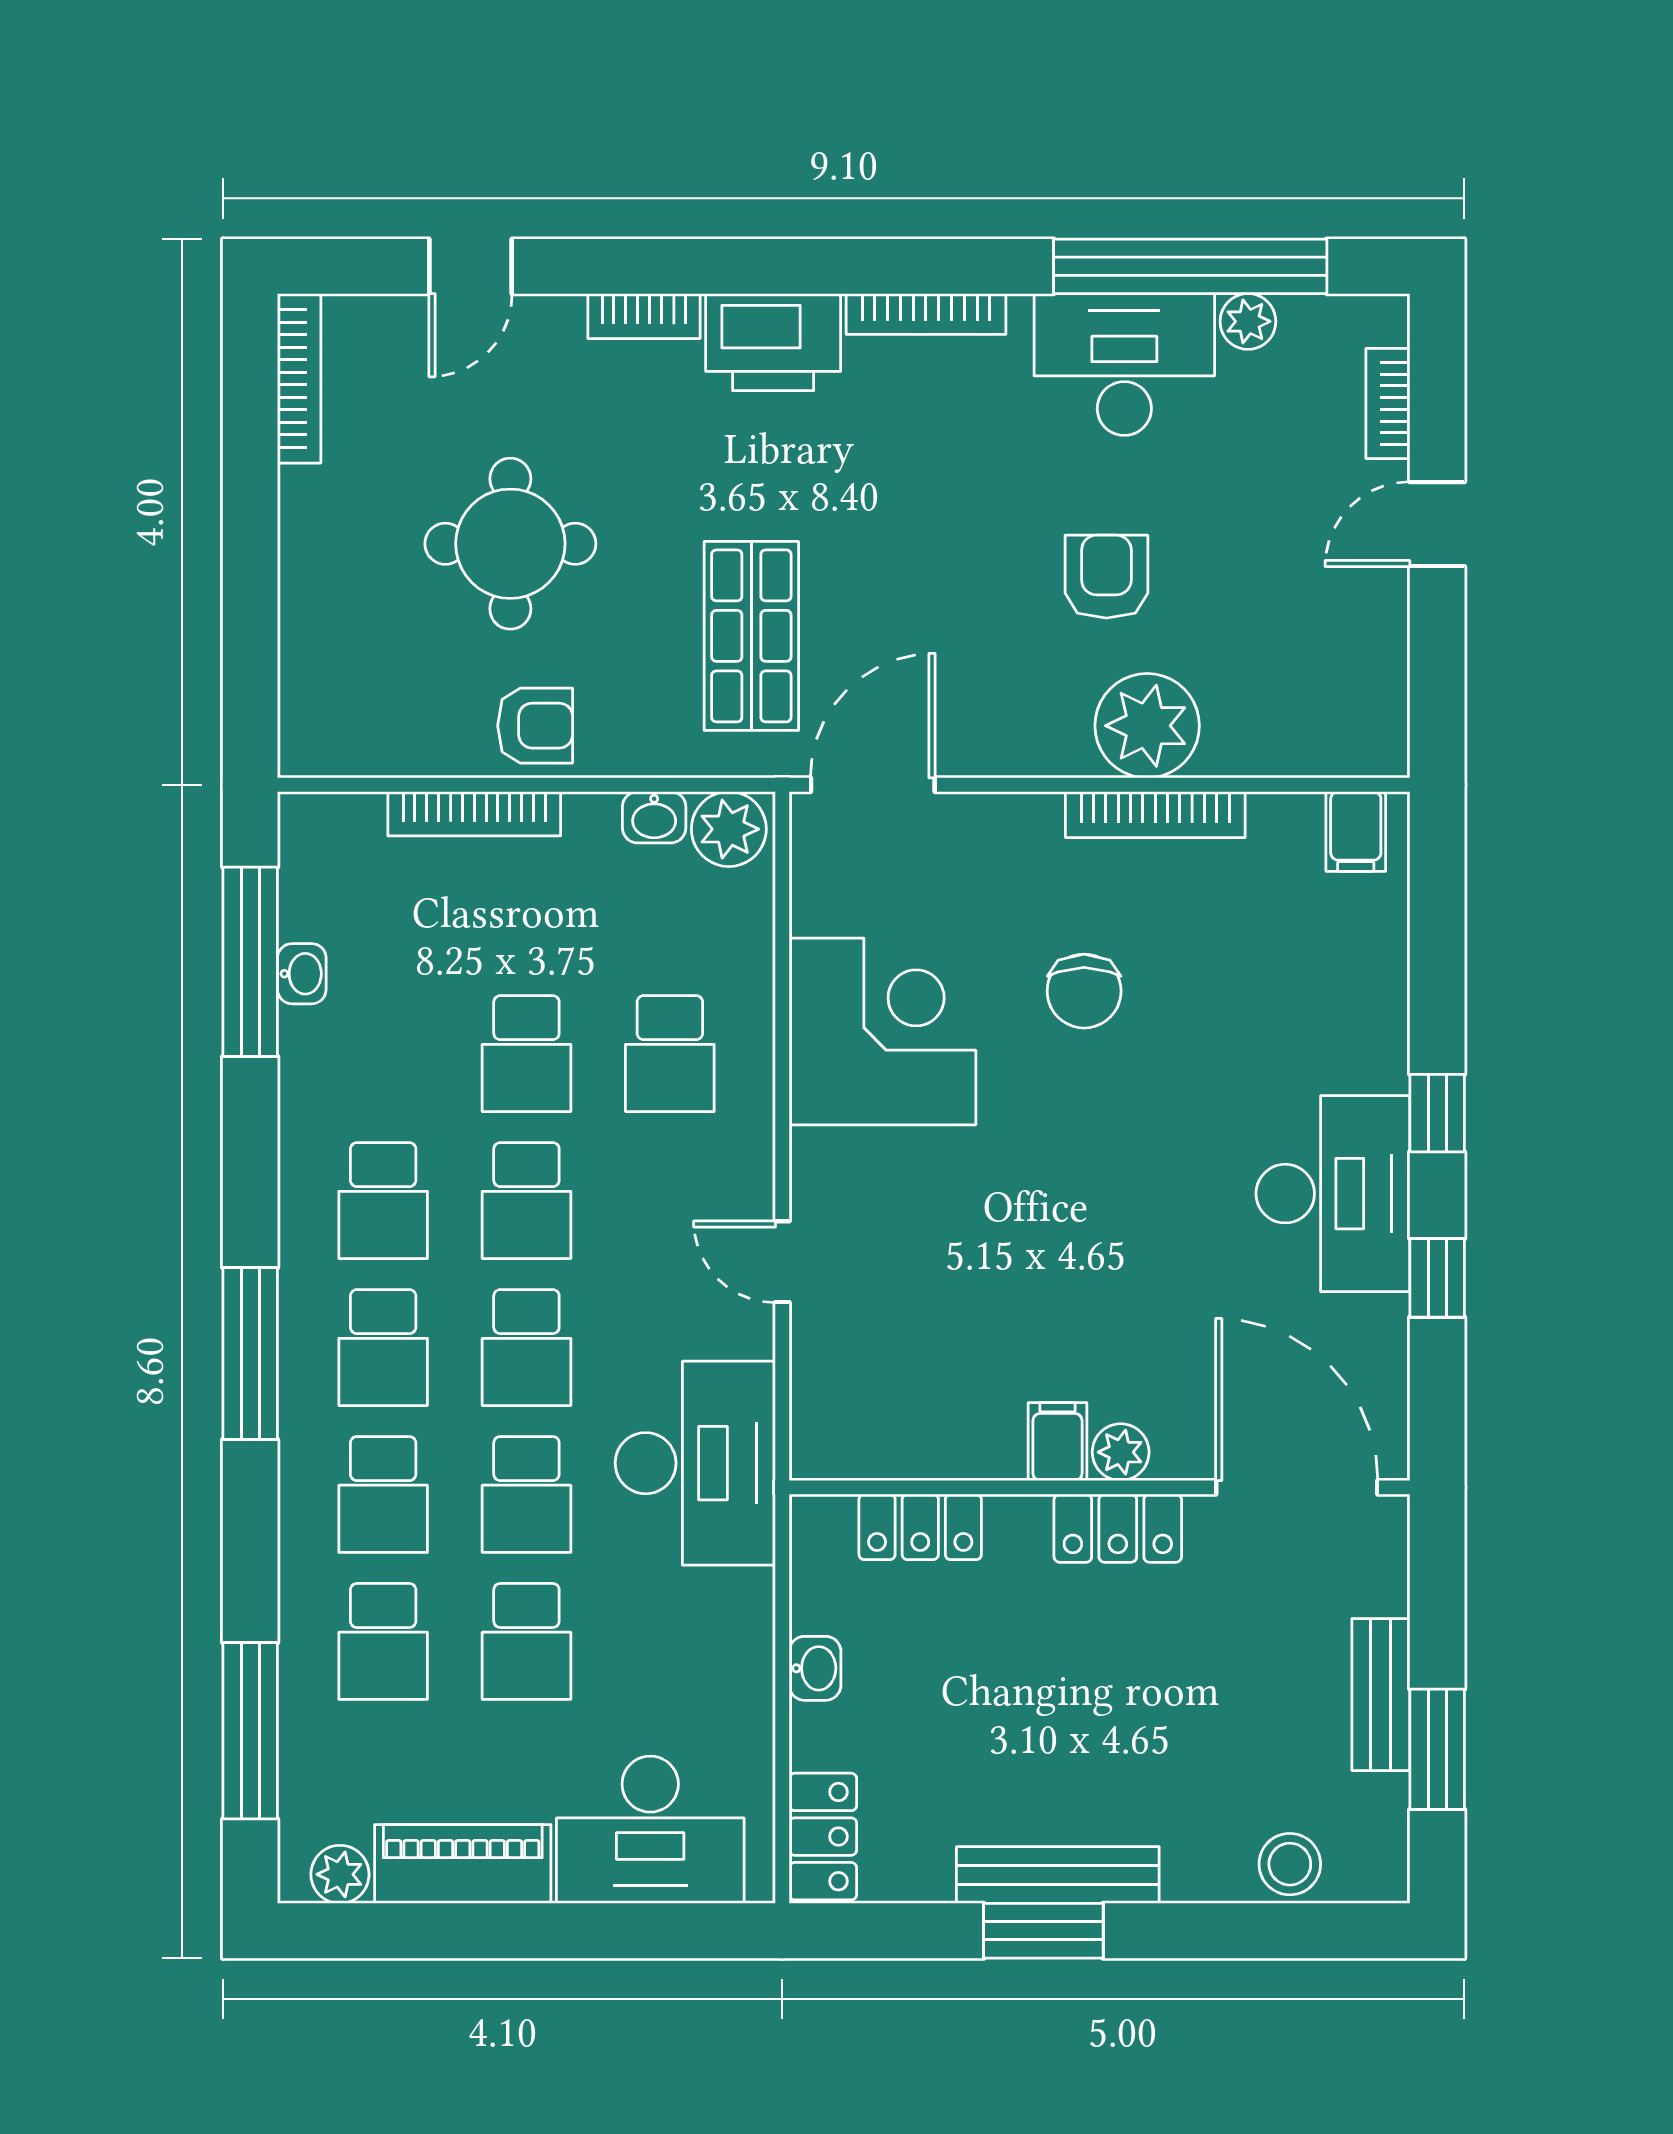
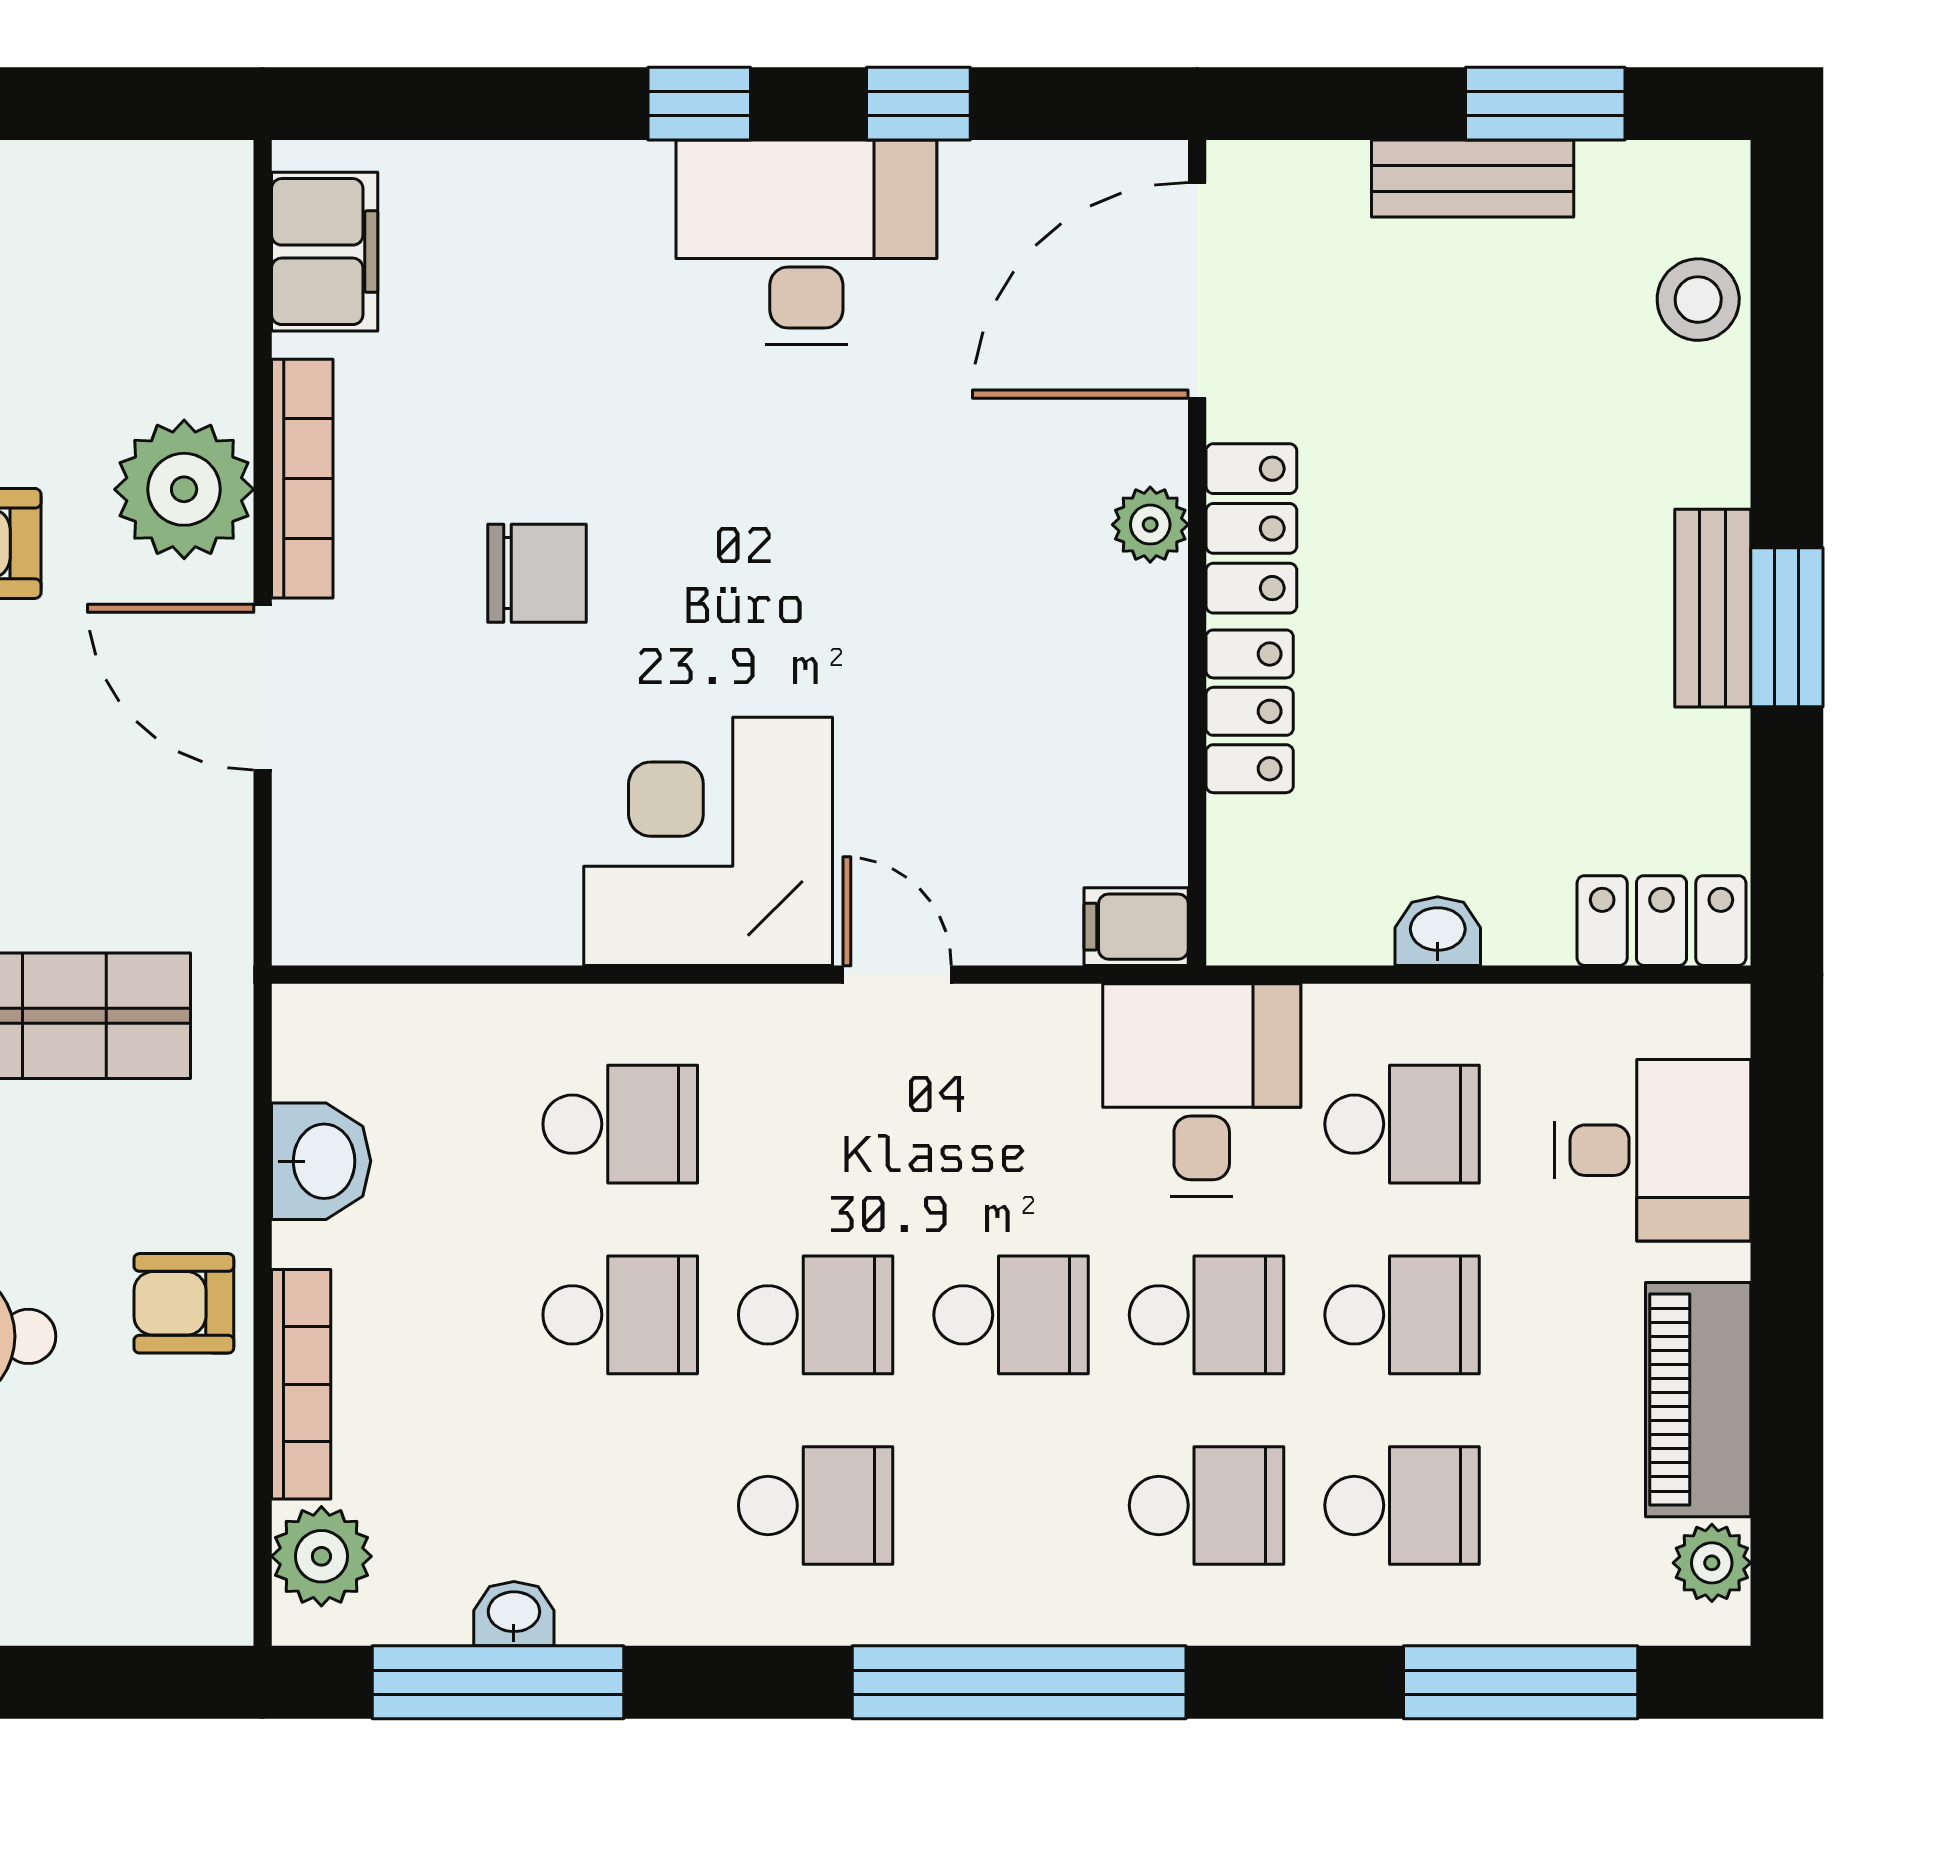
armchair: (535, 726) -> (184, 1303), turned -90
door: (873, 785) -> (263, 687), moved
washbasin: (654, 817) -> (321, 1161), width x1.38, depth x1.45
plant: (729, 829) -> (321, 1556), moved
filing cabinet: (1356, 831) -> (325, 252), width x2.00
corner desk: (882, 1031) -> (708, 841), moved
door: (782, 1262) -> (897, 975), swing flipped
school desk: (383, 1348) -> (1402, 1124), moved
window: (250, 1354) -> (1019, 1682), width x1.46
filing cabinet: (1058, 1442) -> (1136, 927), moved
desk: (695, 1463) -> (1202, 1090), width x0.73
locker: (920, 1527) -> (1250, 711), moved
desk: (650, 1830) -> (1652, 1150), width x0.73
bench: (1058, 1875) -> (1713, 608), width x0.73

